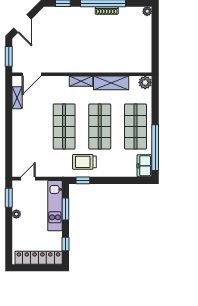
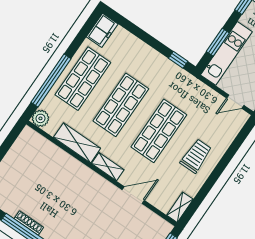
door: (32, 74) -> (133, 195), moved
shelving: (17, 98) -> (180, 207), moved
window: (155, 148) -> (51, 80), moved
trolley: (84, 162) -> (196, 156), moved, turned -90

